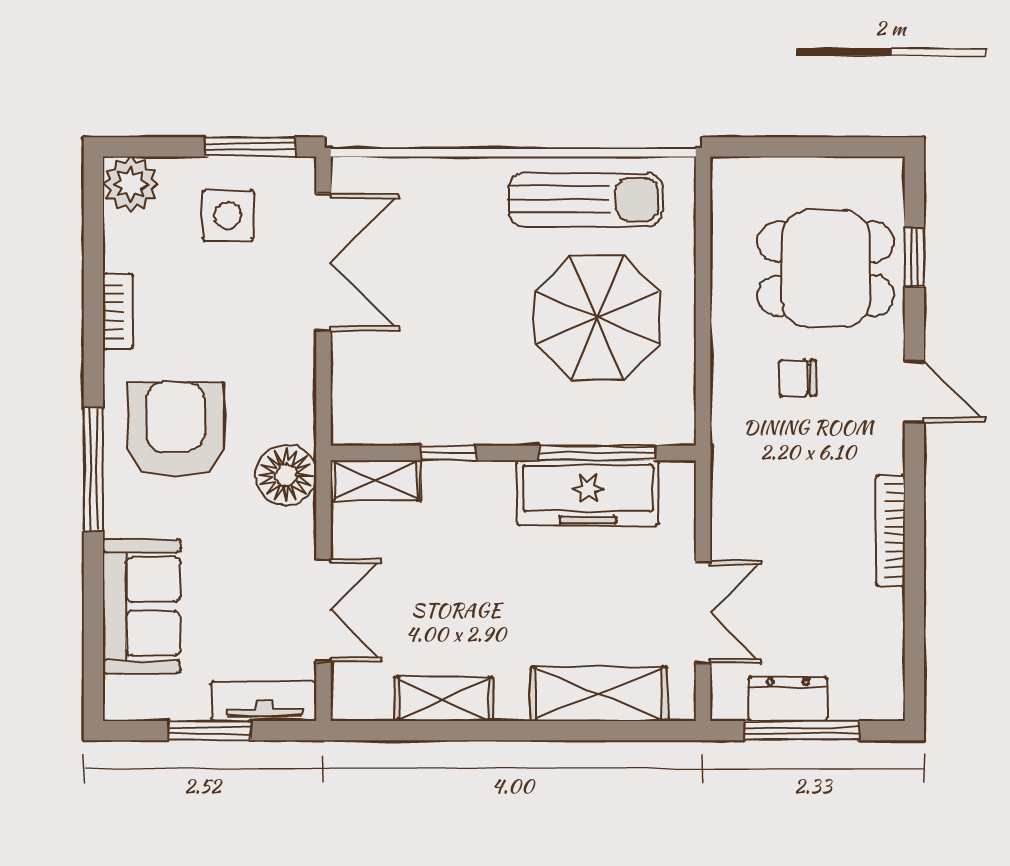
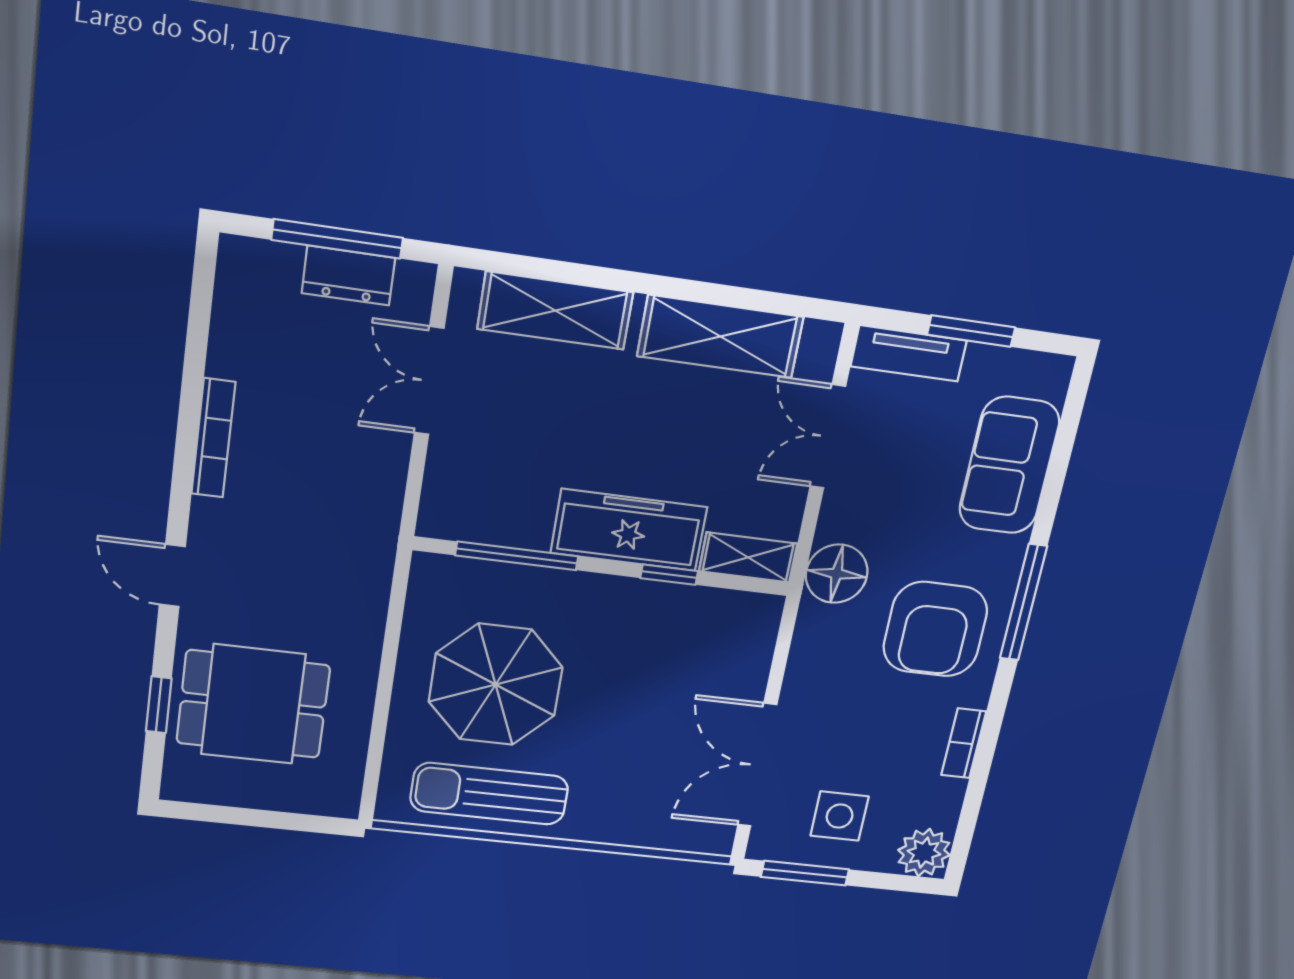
chair: (798, 378) -> (296, 603), removed
freezer: (588, 493) -> (629, 530), moved
shelving: (444, 699) -> (720, 337), width x1.50, depth x1.33

